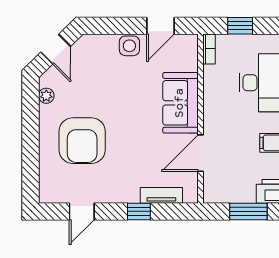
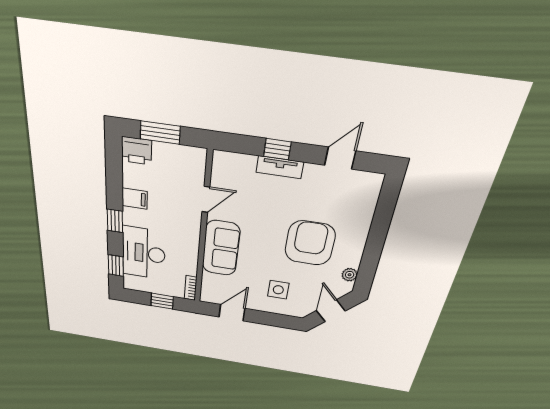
side table: (129, 46) -> (278, 290), moved
armchair: (82, 141) -> (310, 243), moved
door: (200, 153) -> (206, 199), width x0.73
tv unit: (161, 195) -> (280, 167), moved

